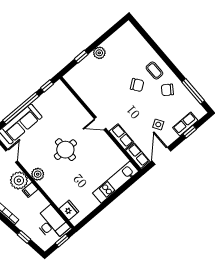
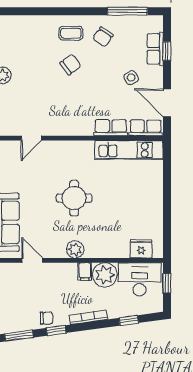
door: (100, 124) -> (31, 138), moved
plant: (19, 180) -> (105, 275), moved
kitchen unit: (116, 182) -> (129, 150), moved, turned -90

